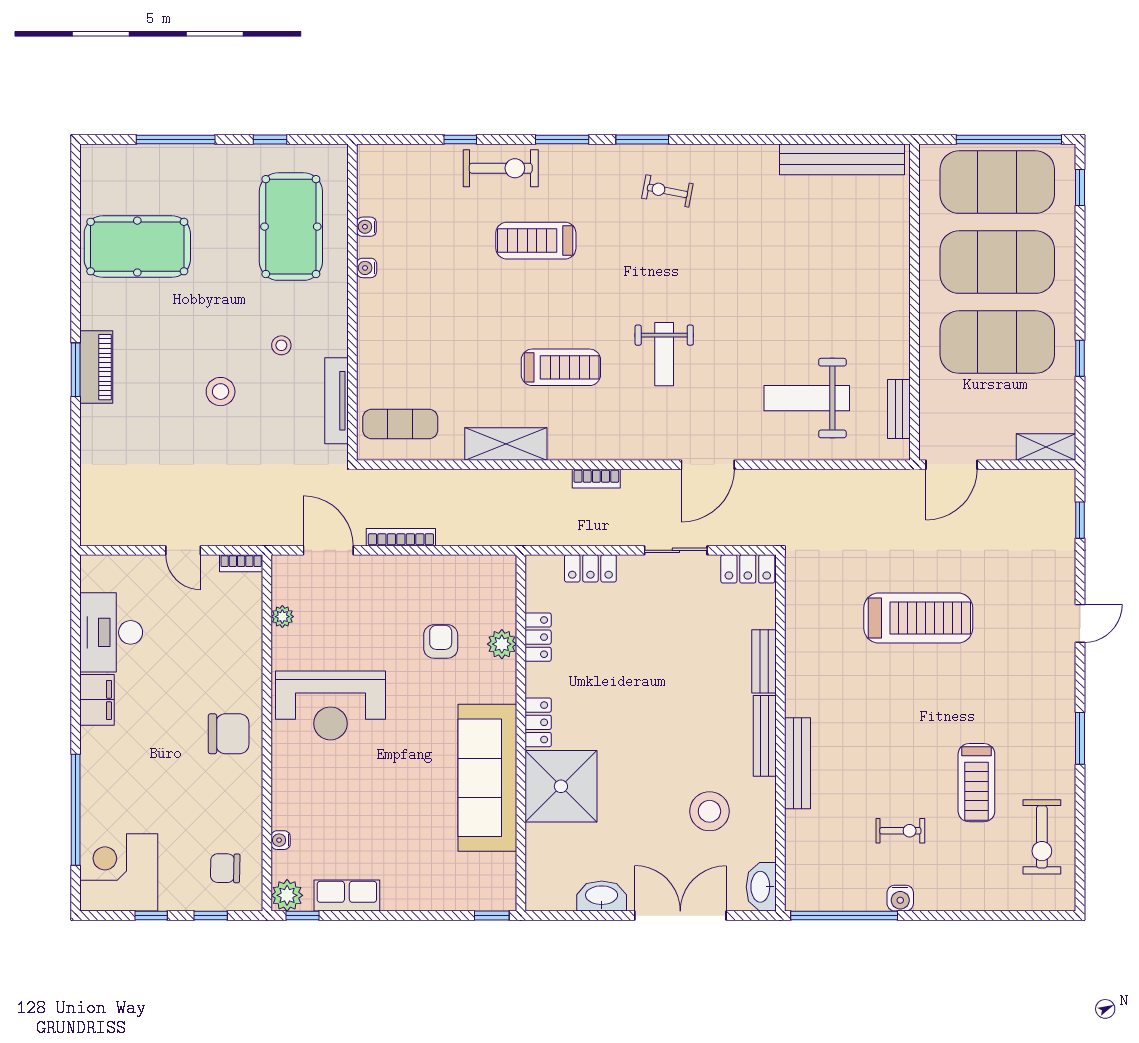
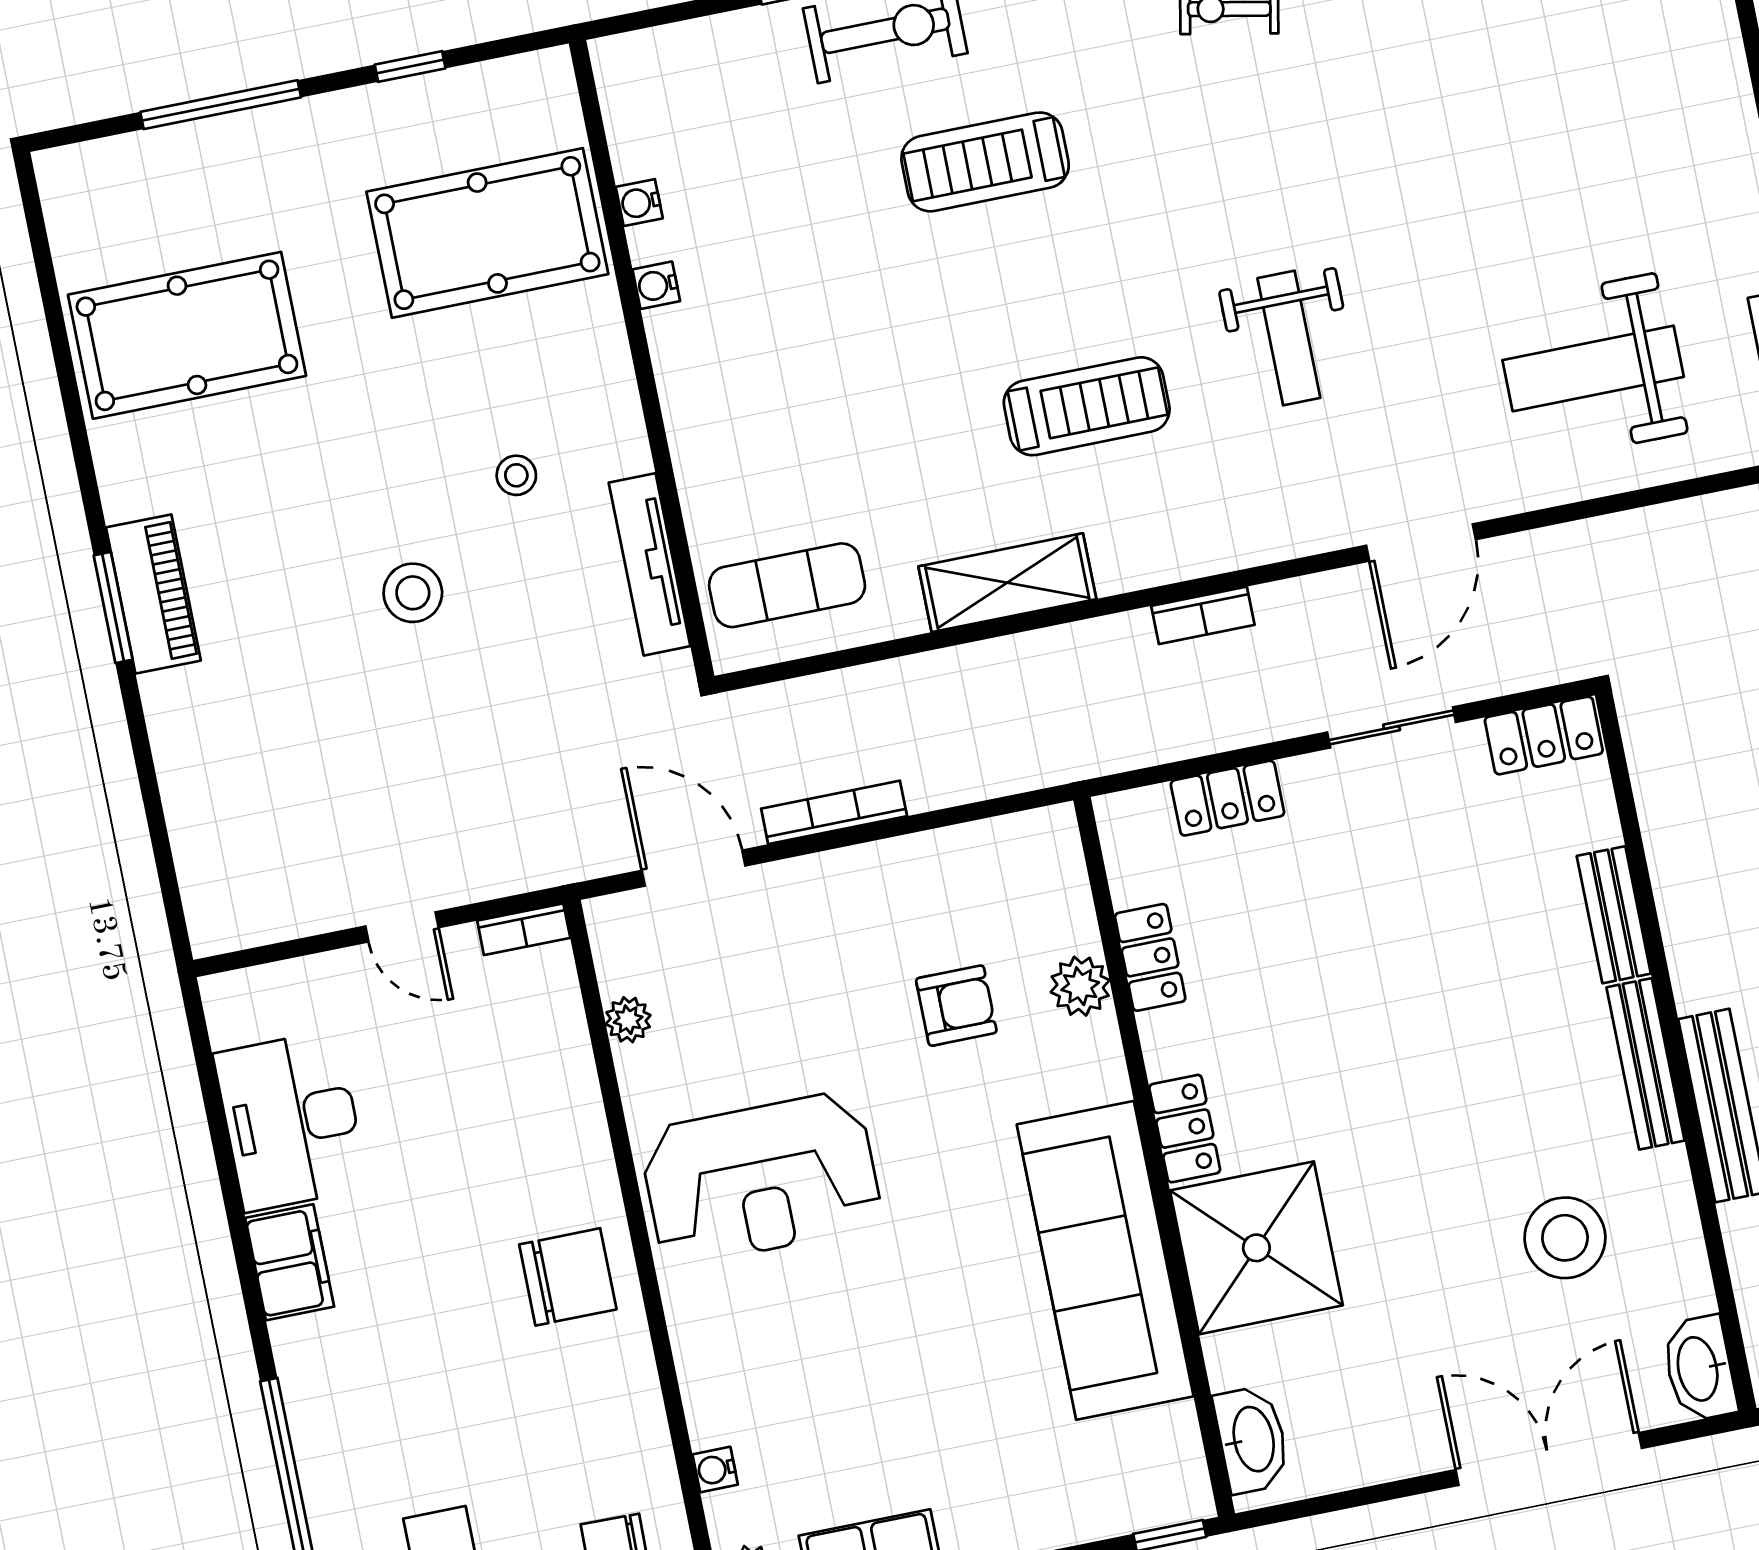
pool table: (291, 227) -> (487, 233), turned 90
armchair: (441, 641) -> (956, 1006), turned 90
washbasin: (602, 896) -> (1252, 1439), moved, turned 90

